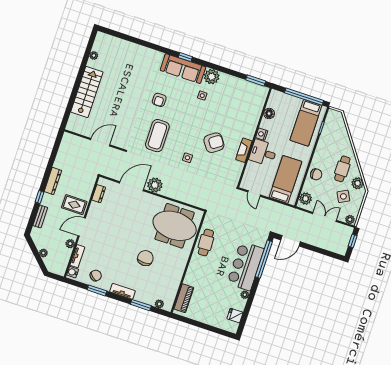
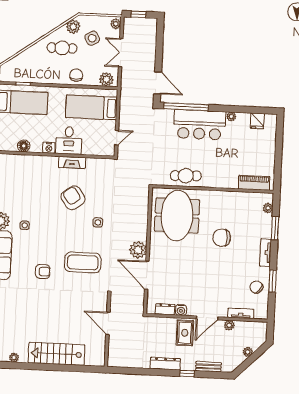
door: (82, 227) -> (207, 318), hinge flipped
water cooler: (73, 272) -> (181, 310), moved

